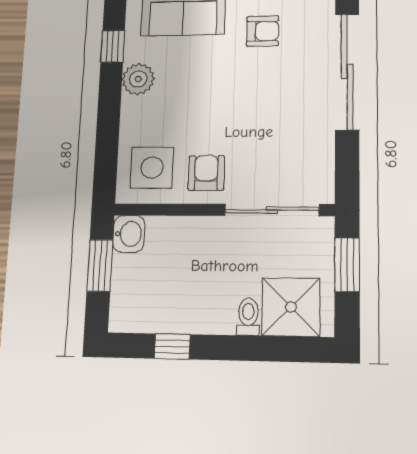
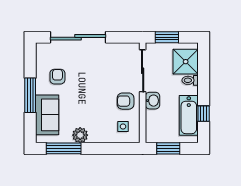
window: (113, 46) -> (64, 148), width x2.17
side table: (152, 168) -> (123, 126), width x0.54, depth x0.54
washbasin: (129, 234) -> (153, 101), moved, turned 90
bathtub: (170, 312) -> (189, 115), added

